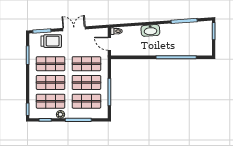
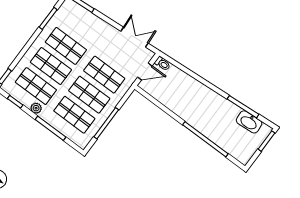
double door: (74, 29) -> (135, 37), moved
washbasin: (150, 30) -> (249, 122), moved
trolley: (51, 41) -> (85, 22), removed
door: (109, 44) -> (145, 71), swing flipped

